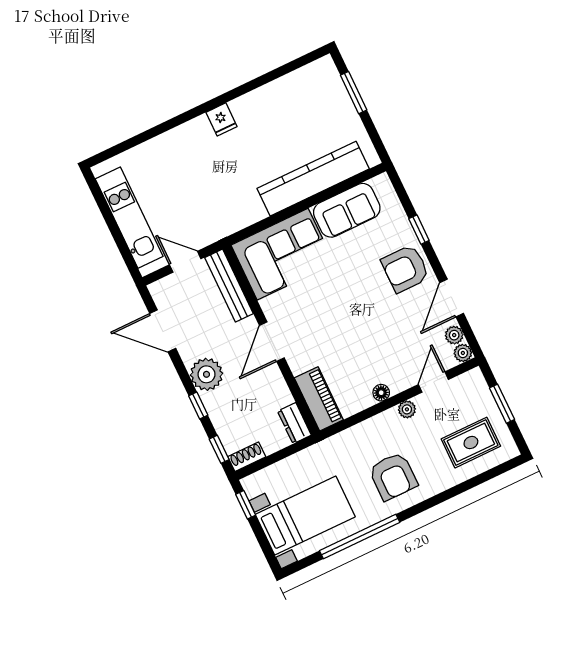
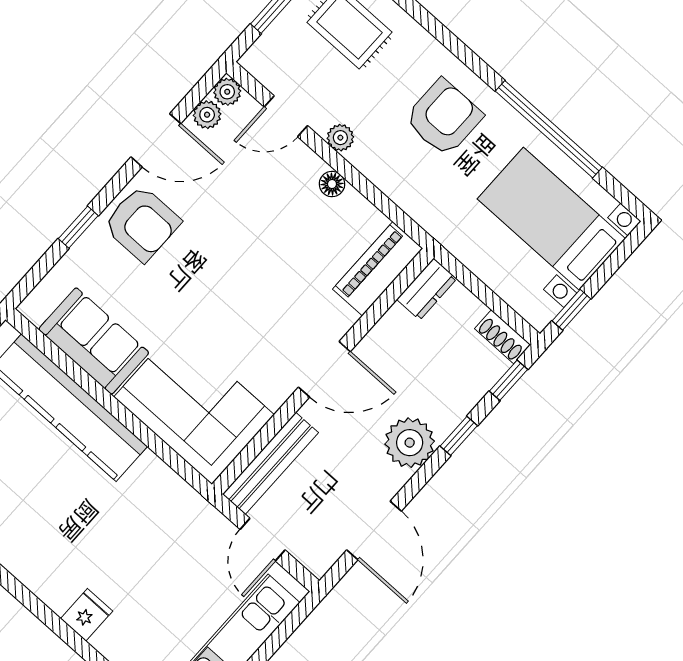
fridge: (221, 119) -> (87, 615), moved

